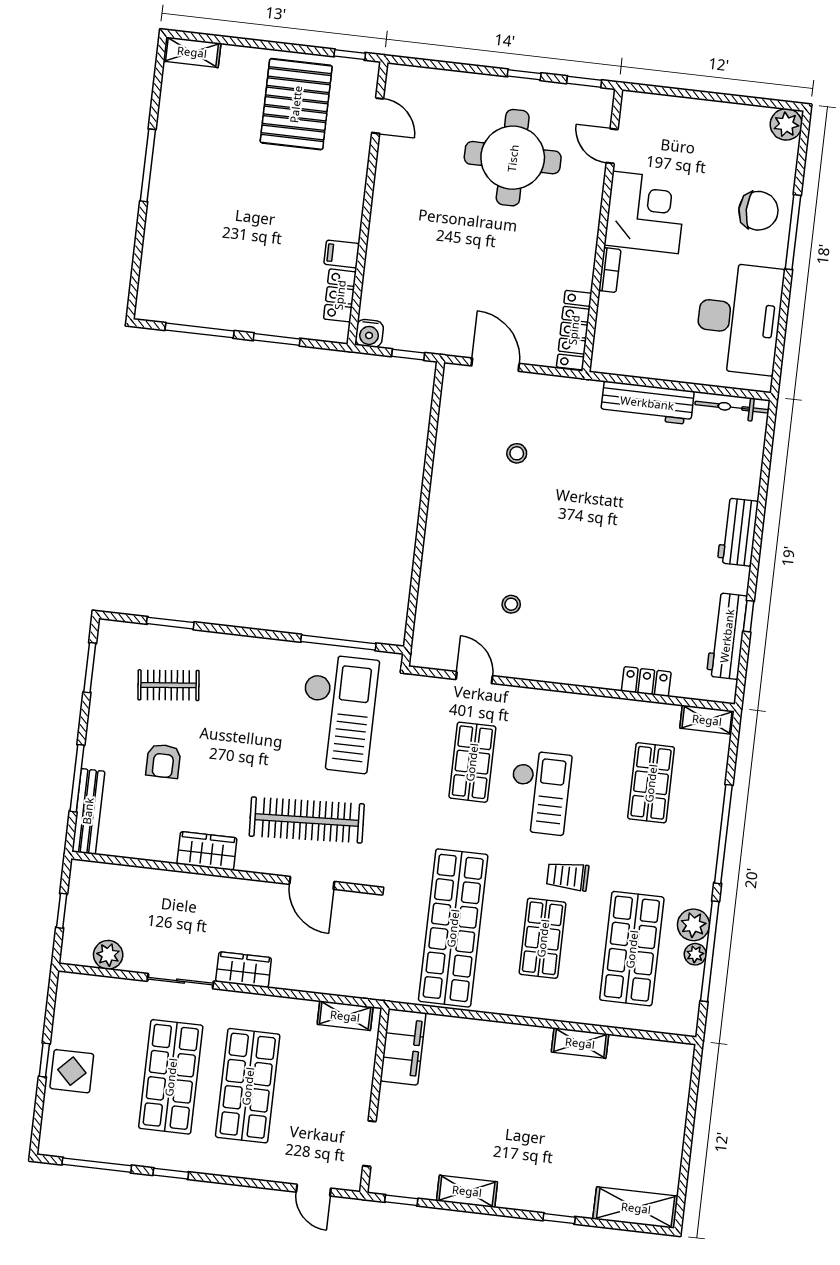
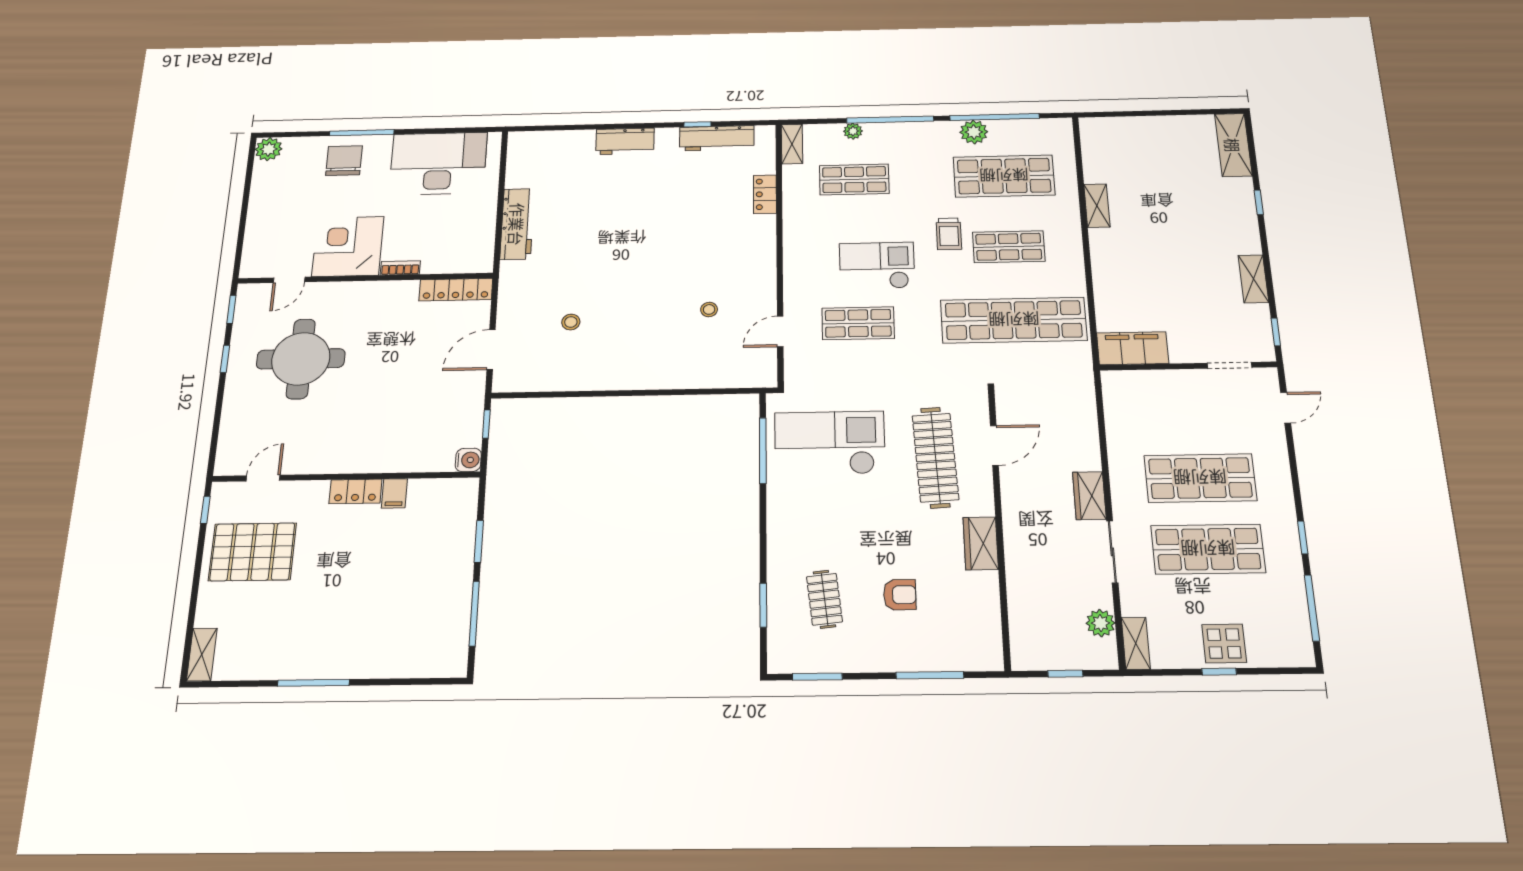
locker: (340, 295) -> (356, 491), moved
bicycle: (732, 407) -> (516, 159), removed
bench: (88, 811) -> (961, 660), removed
plant: (695, 954) -> (853, 131), moved
shelving: (345, 1016) -> (1136, 643), moved

